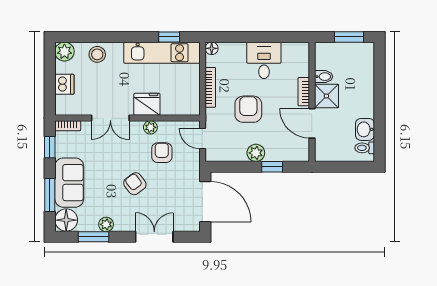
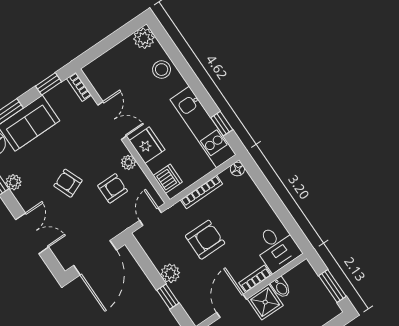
desk: (264, 60) -> (277, 247), moved, turned 90
dishwasher: (64, 84) -> (168, 179), moved, turned -90
double door: (110, 118) -> (112, 121), swing flipped
armchair: (135, 184) -> (68, 183), turned -75

